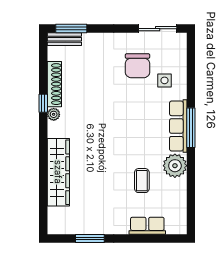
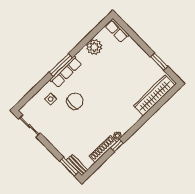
chair: (137, 66) -> (75, 101), moved
plant: (175, 166) -> (94, 47), moved
wardrobe: (58, 172) -> (154, 95), moved
coffee table: (142, 181) -> (108, 64), removed
row of seats: (147, 226) -> (117, 30), moved

